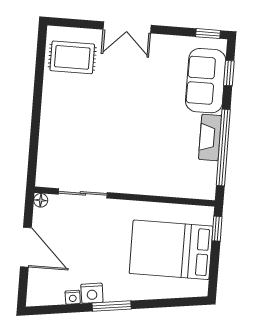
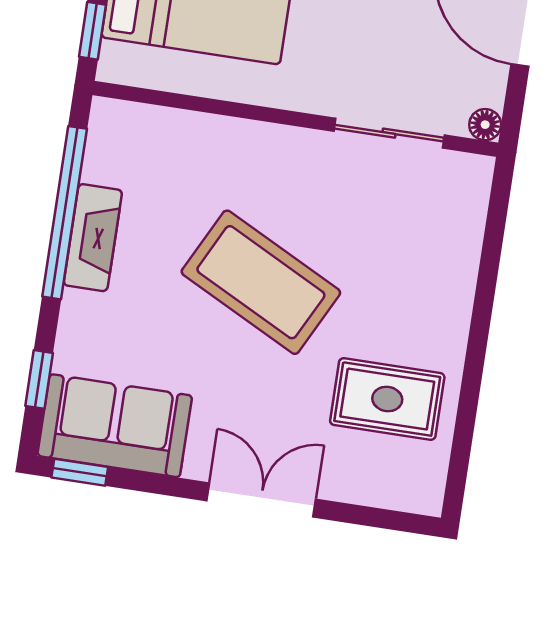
rug: (72, 57) -> (387, 399), moved
sofa: (206, 81) -> (115, 426), moved, turned -90
coffee table: (134, 123) -> (261, 282), added

